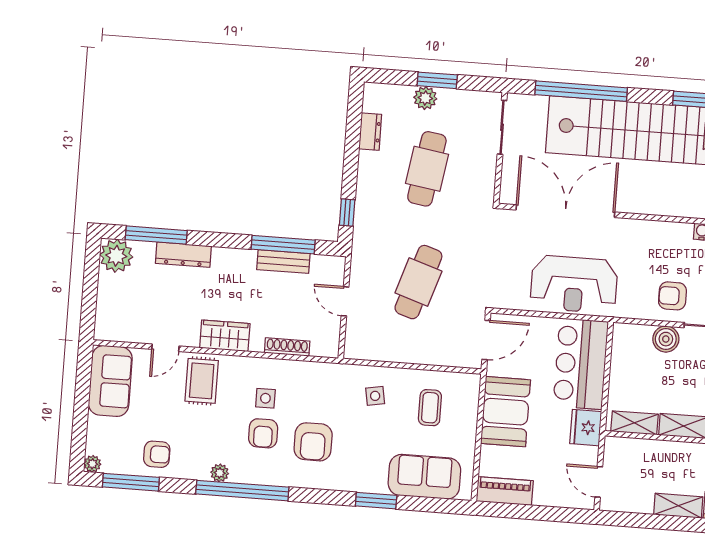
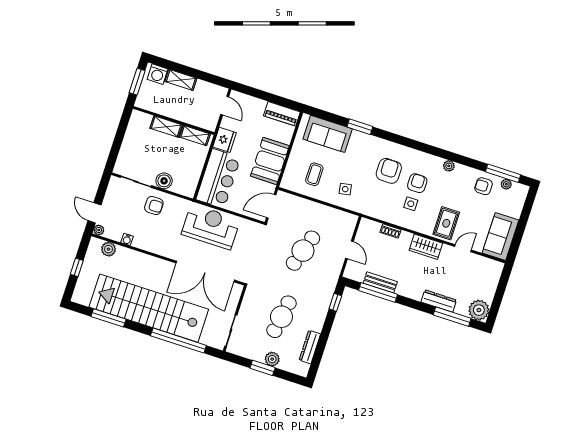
dresser: (370, 132) -> (310, 347), width x1.44
shoe rack: (287, 347) -> (390, 231), width x0.70
plant: (92, 464) -> (506, 184), moved
window: (242, 491) -> (438, 152), removed

